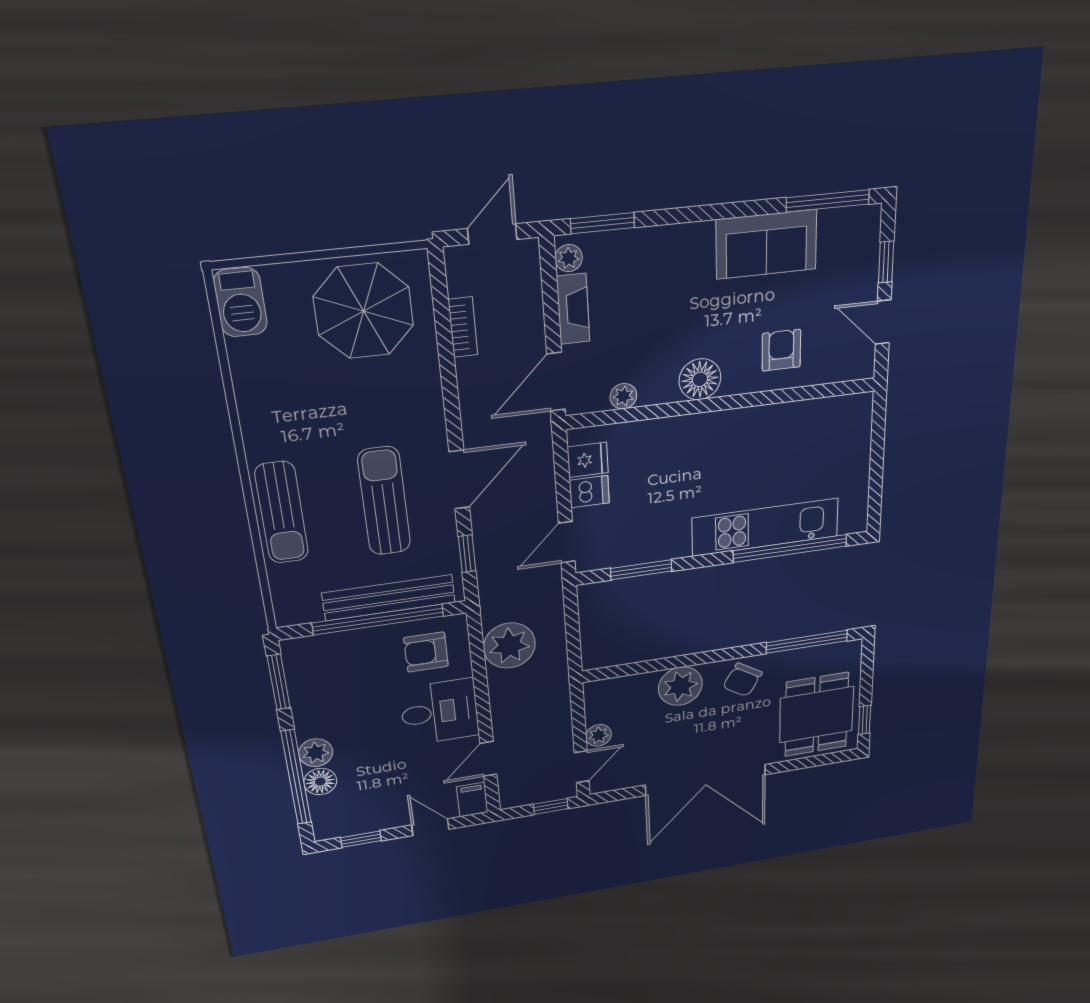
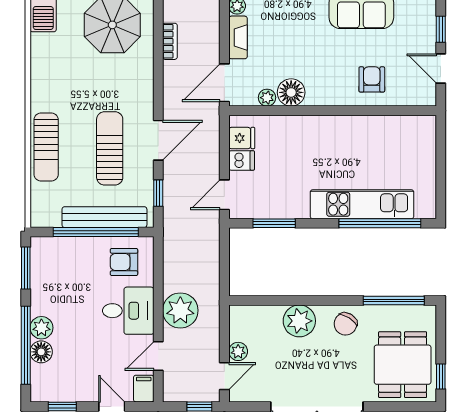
floor lamp: (700, 379) -> (291, 92), moved
plant: (509, 646) -> (180, 310), moved

